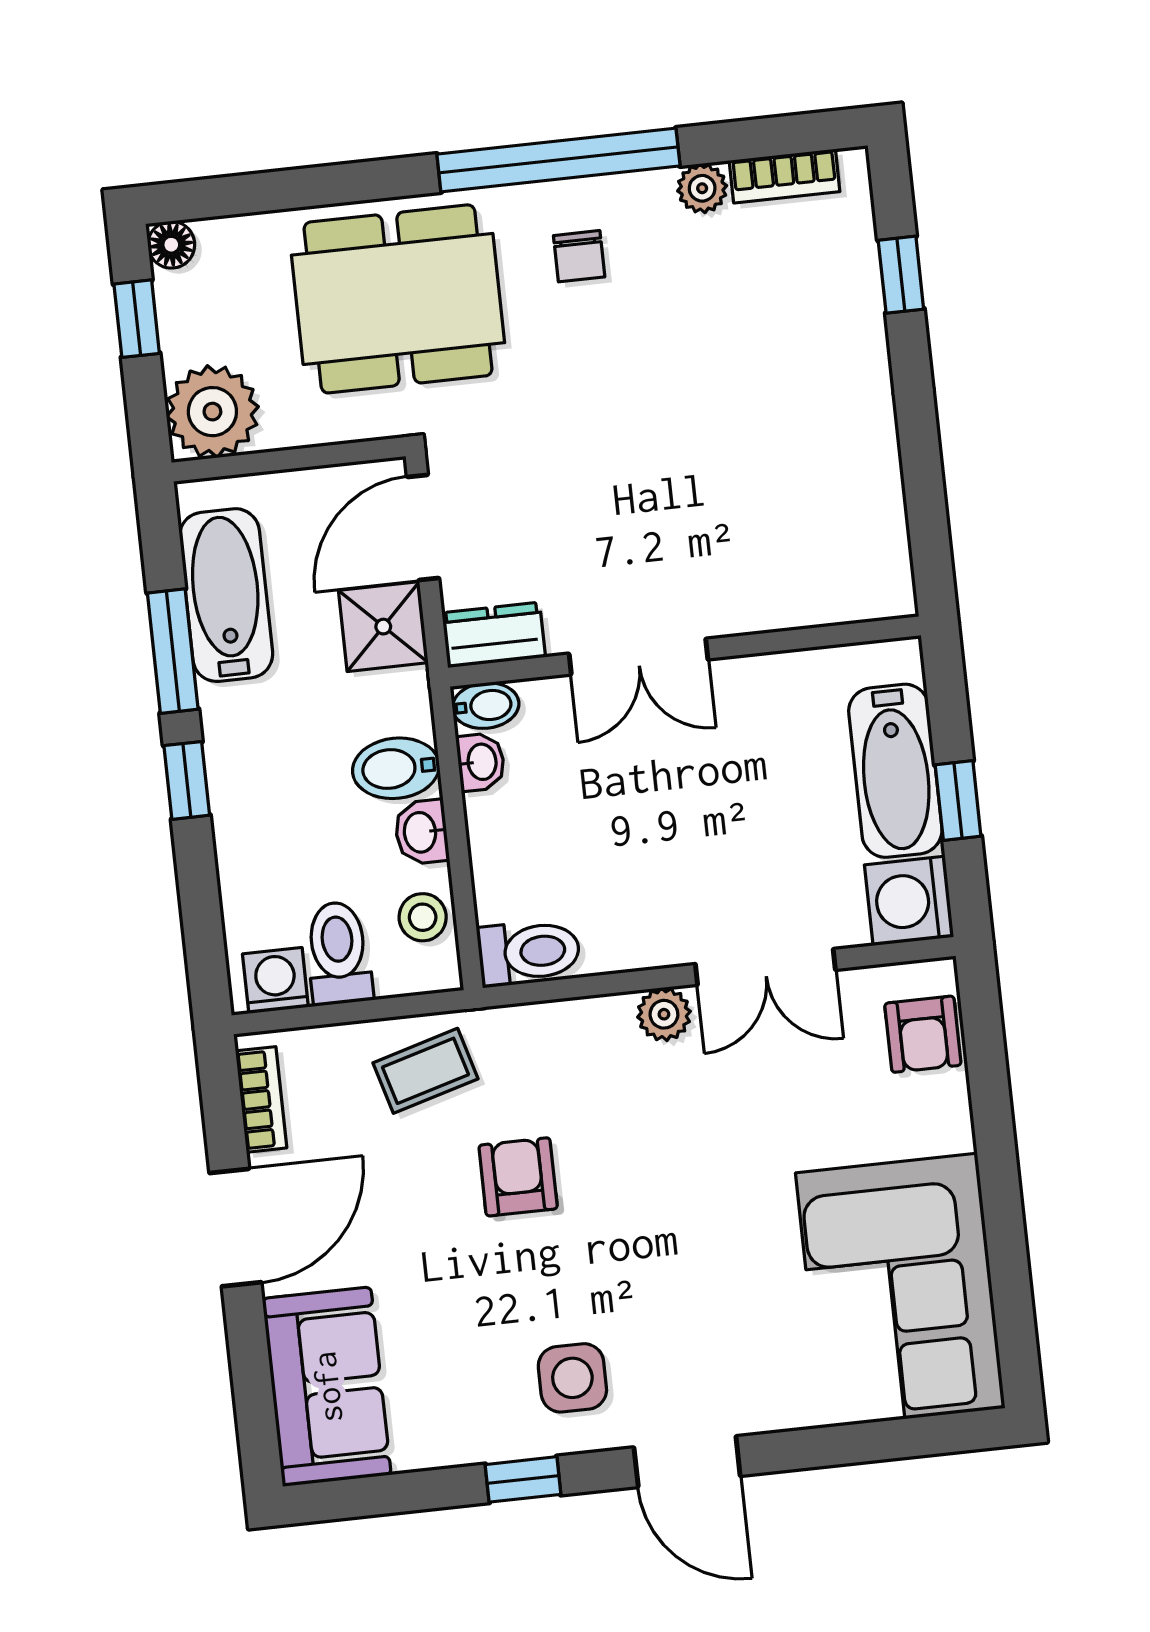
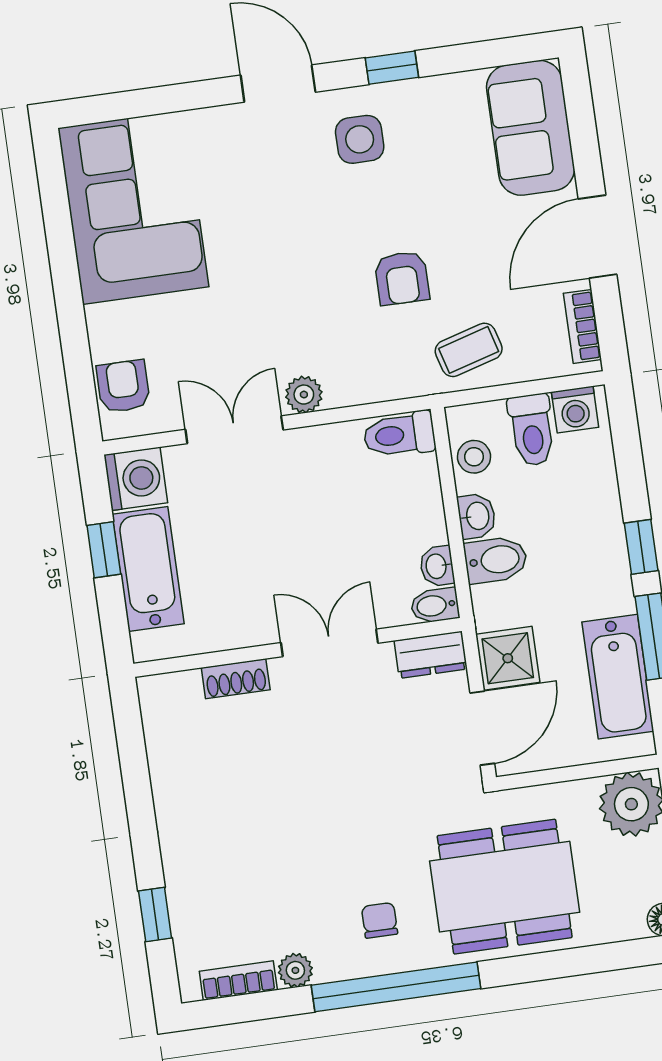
shoe rack: (775, 609) -> (236, 679), added

